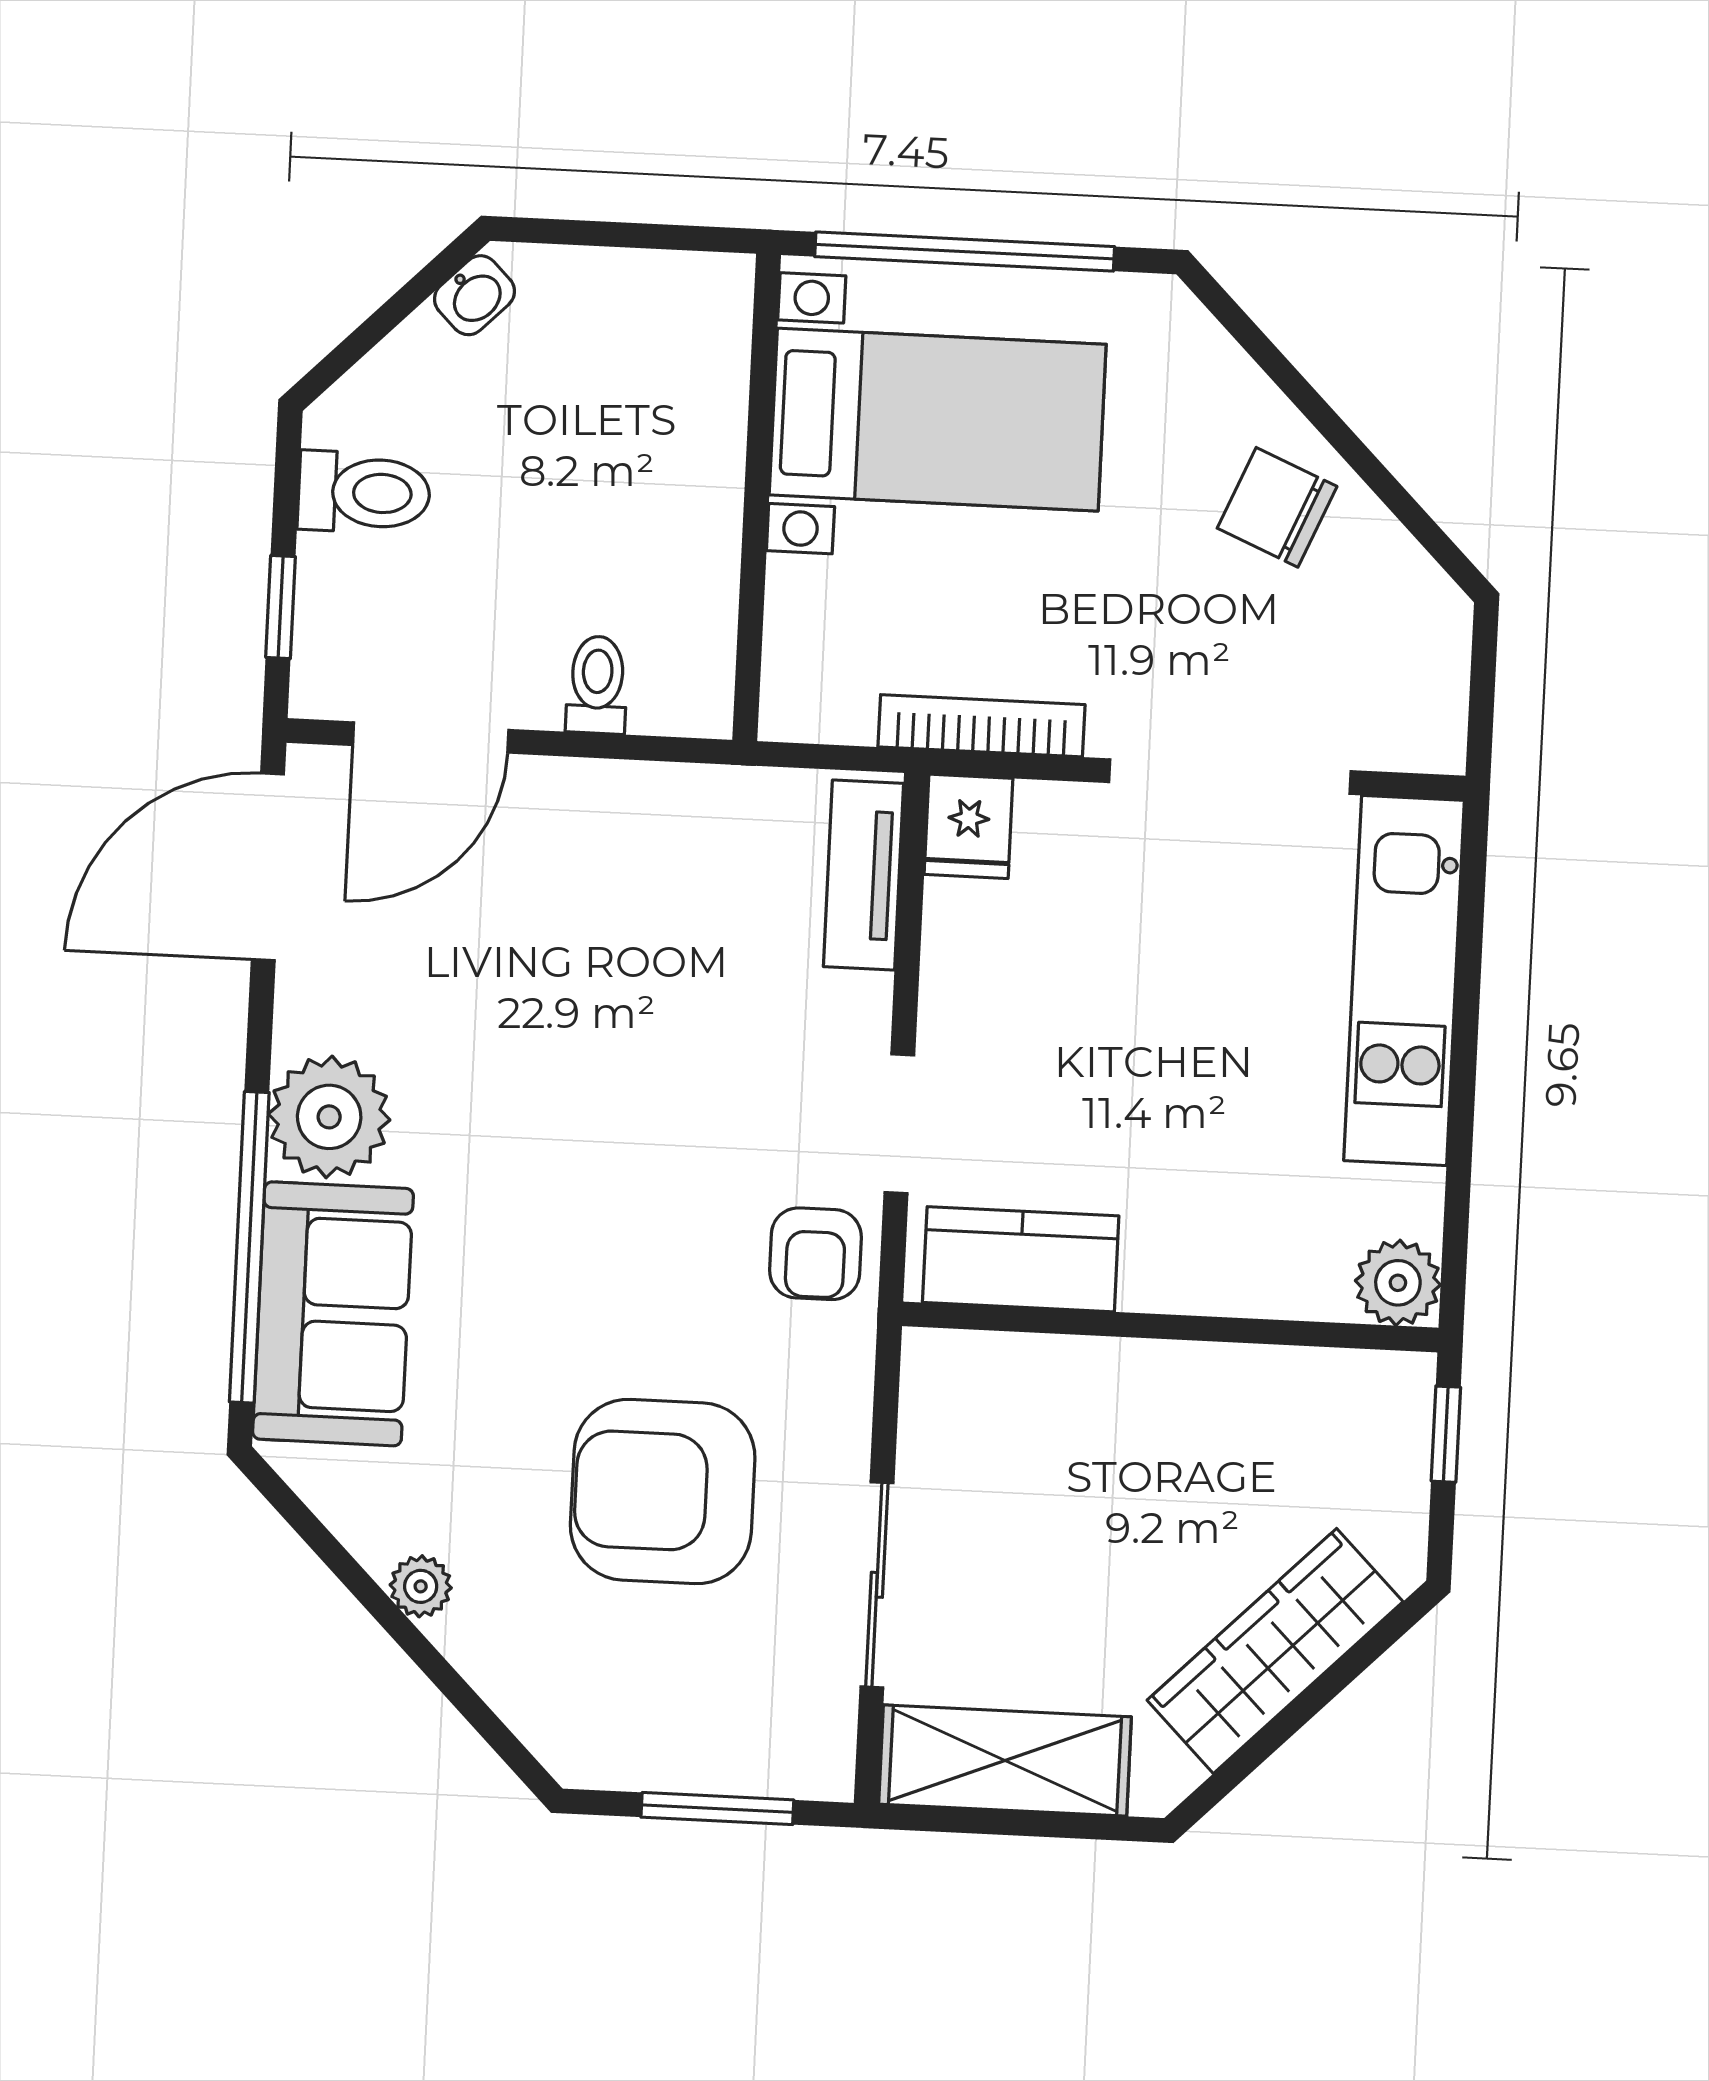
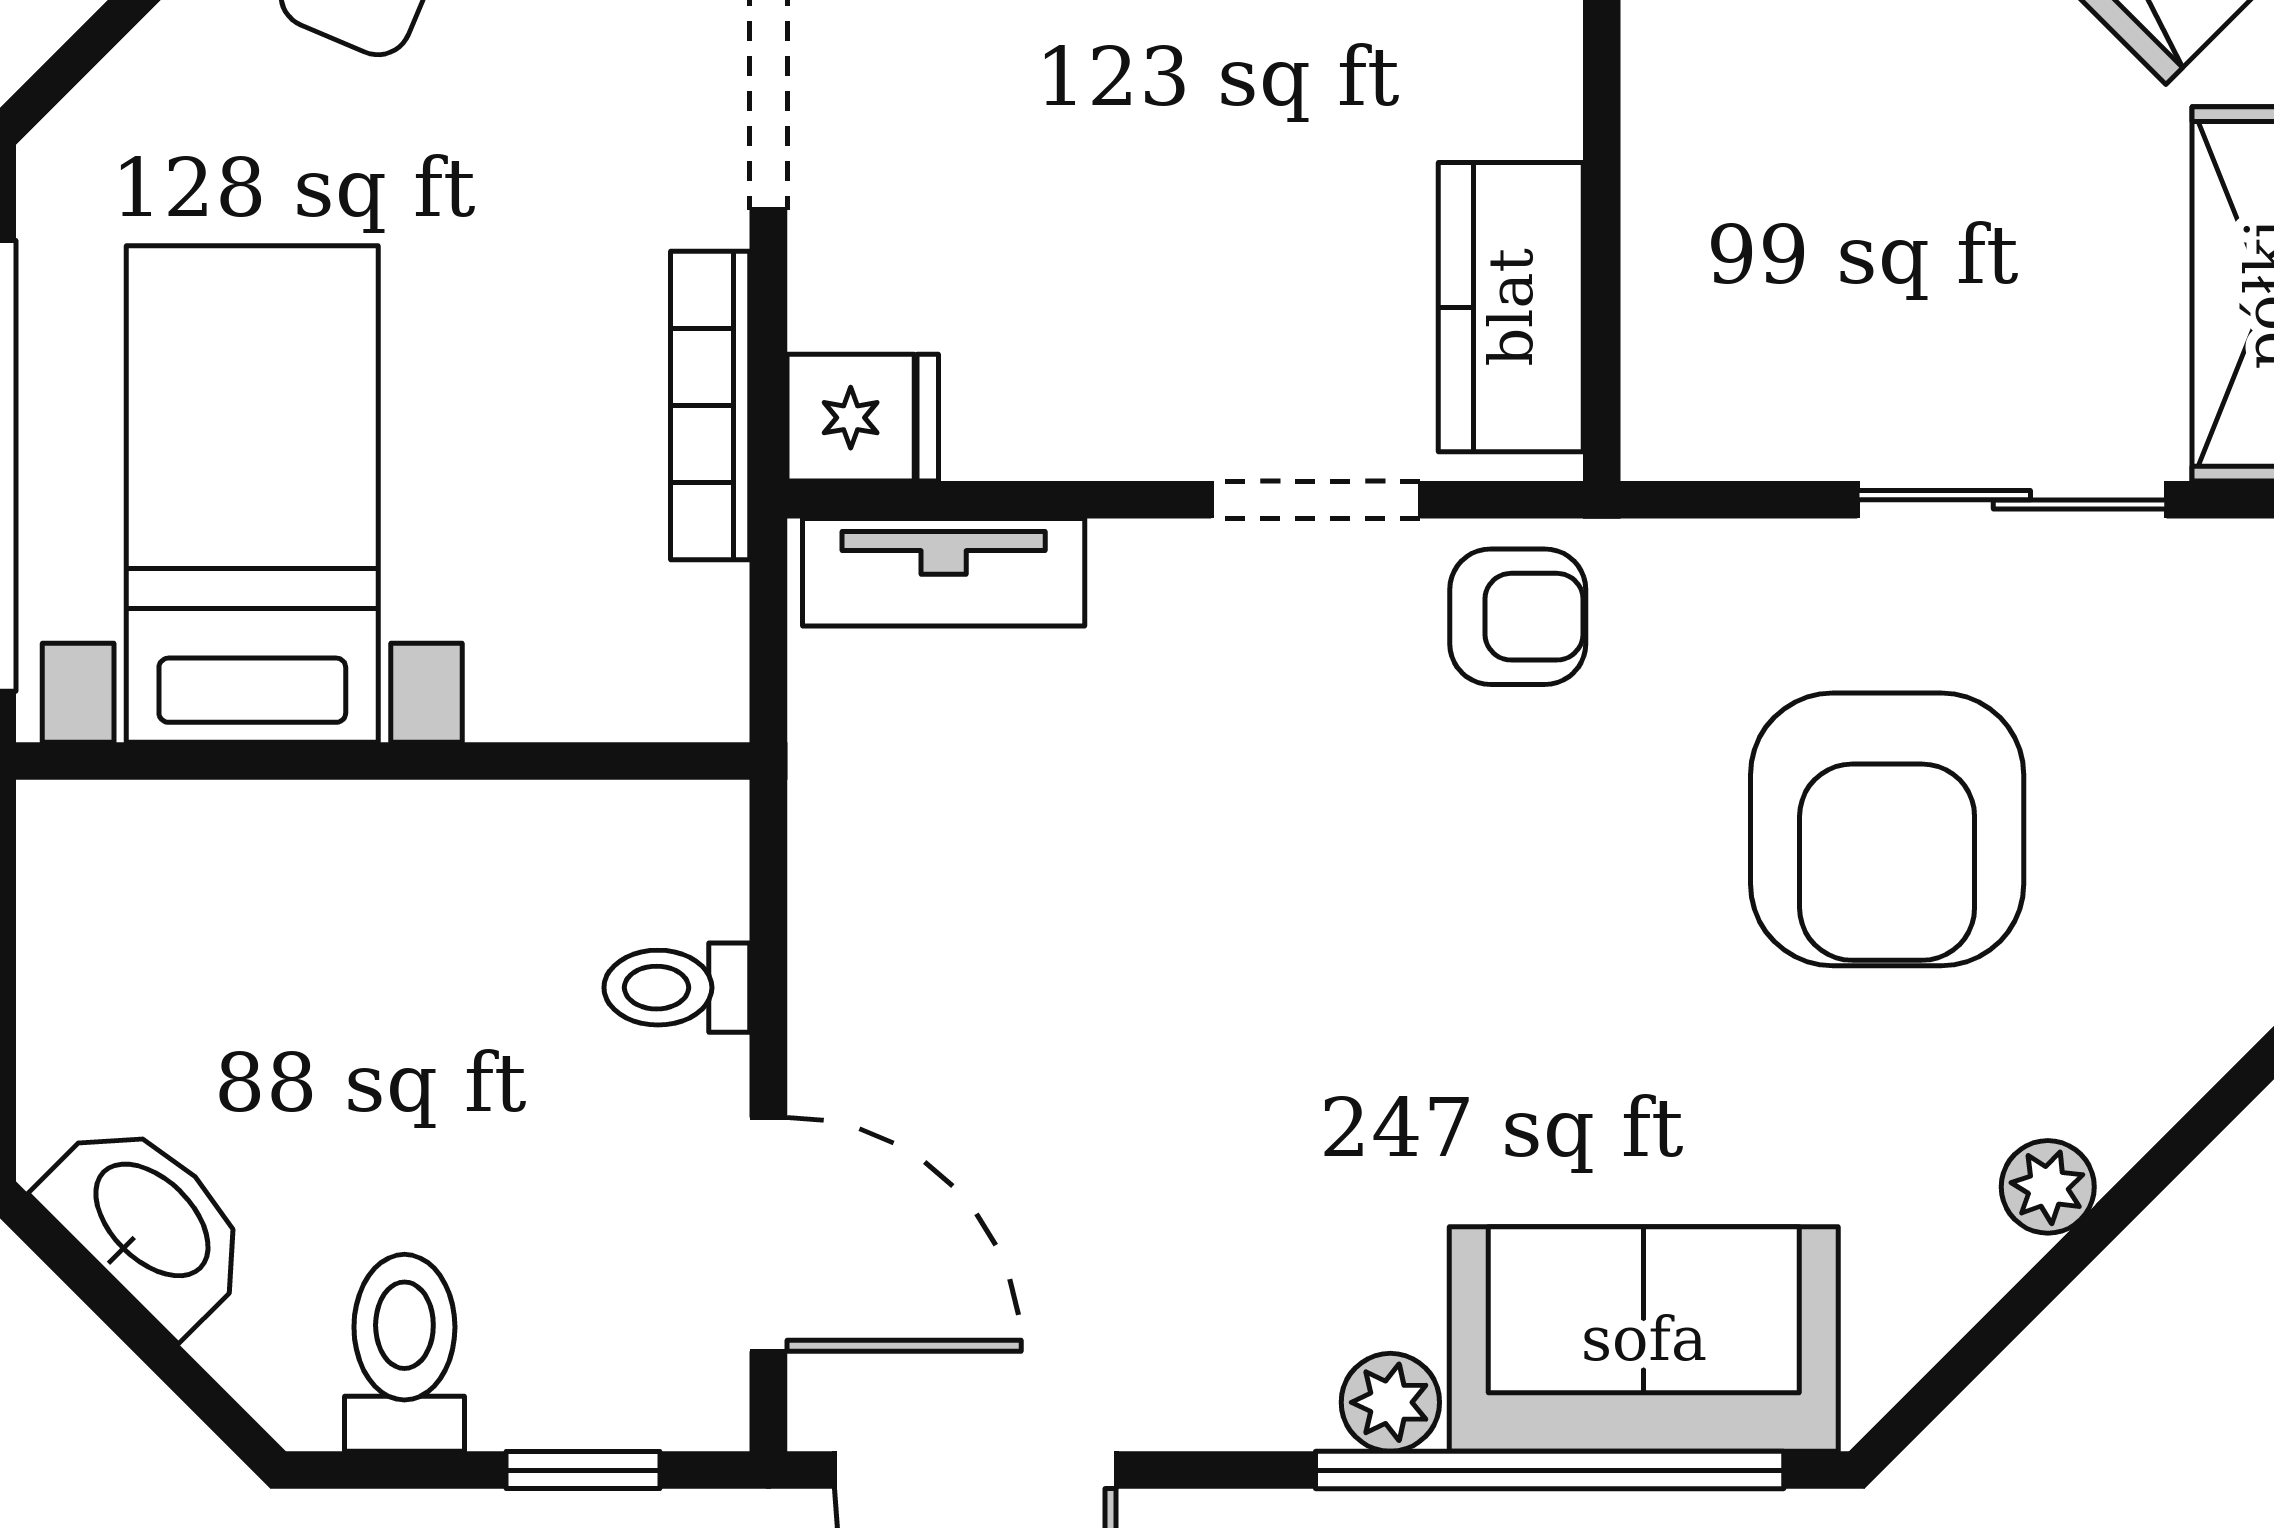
washbasin: (474, 295) -> (149, 1223), width x1.91, depth x1.45
plant: (329, 1117) -> (1390, 1402), width x0.53, depth x0.53

